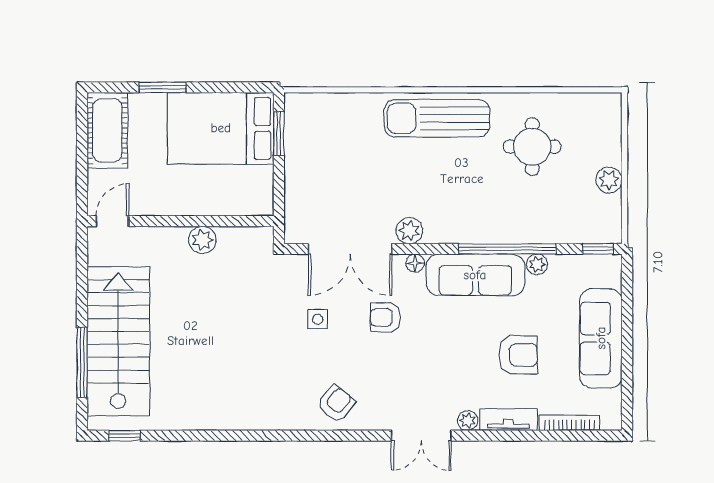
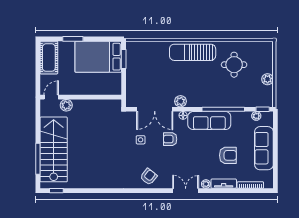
plant: (202, 240) -> (66, 105), moved
plant: (537, 264) -> (256, 116), moved
double door: (421, 436) -> (186, 191), swing flipped

